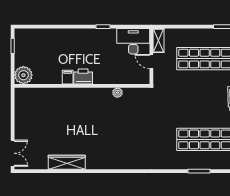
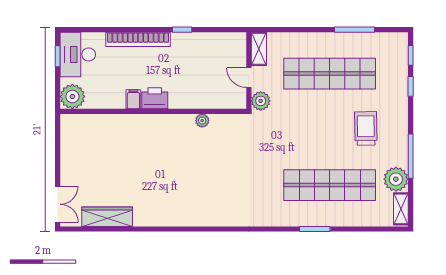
bookcase: (71, 34) -> (138, 39), added
desk: (133, 41) -> (78, 55), moved, turned -90
plant: (160, 78) -> (261, 101), added
wardrobe: (67, 162) -> (107, 217), moved

